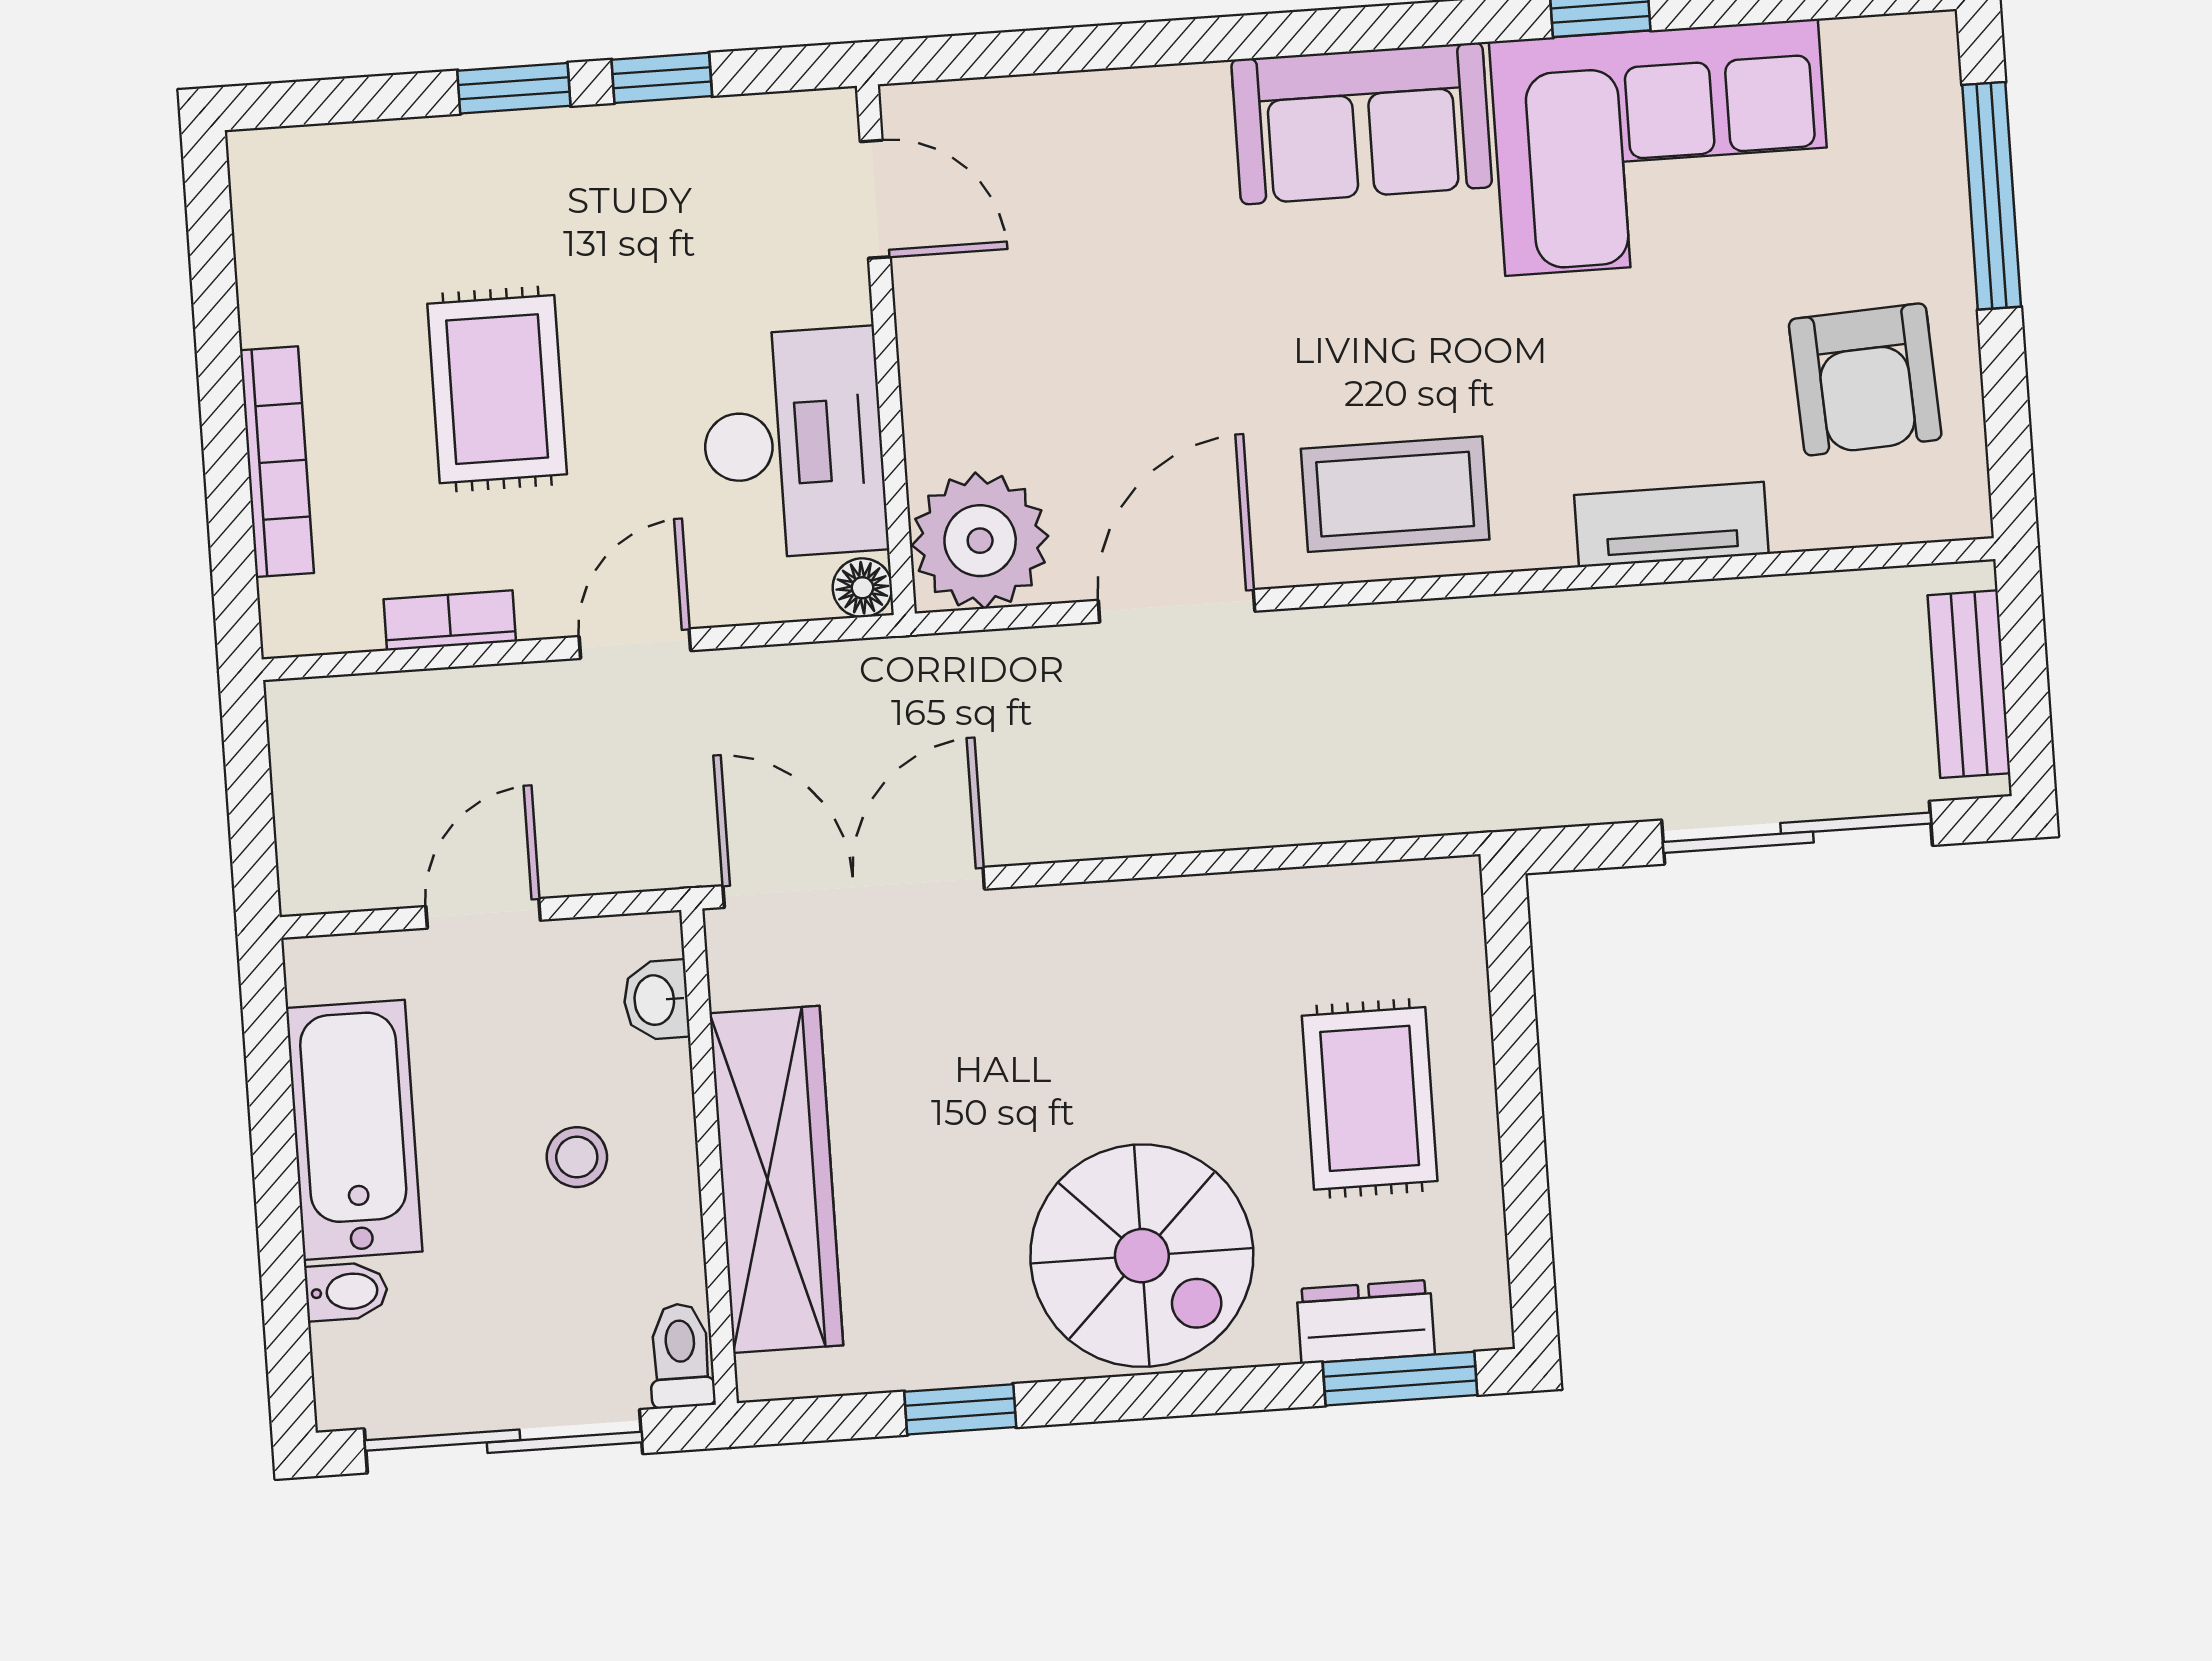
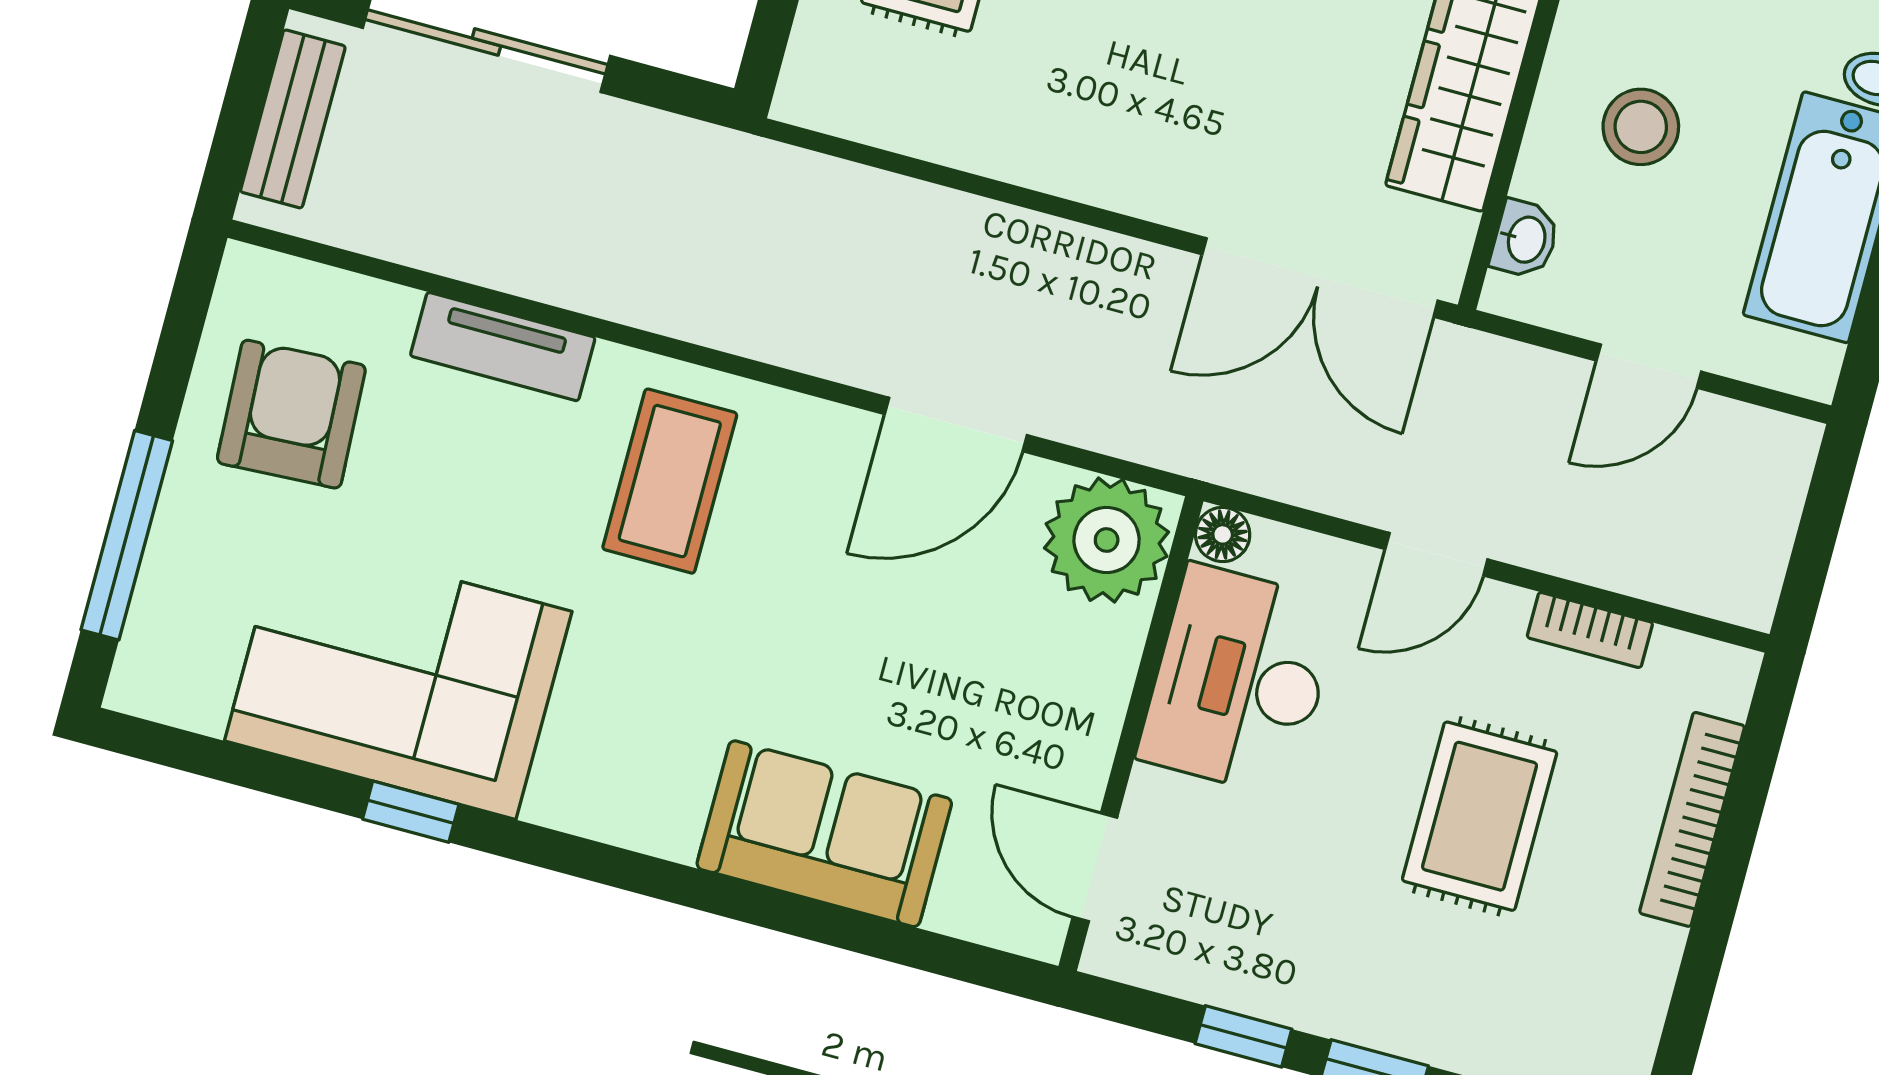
sofa: (1362, 123) -> (824, 834), moved
coffee table: (1395, 494) -> (670, 481), moved, turned 90
stool: (577, 1157) -> (1641, 127), width x1.37, depth x1.37

